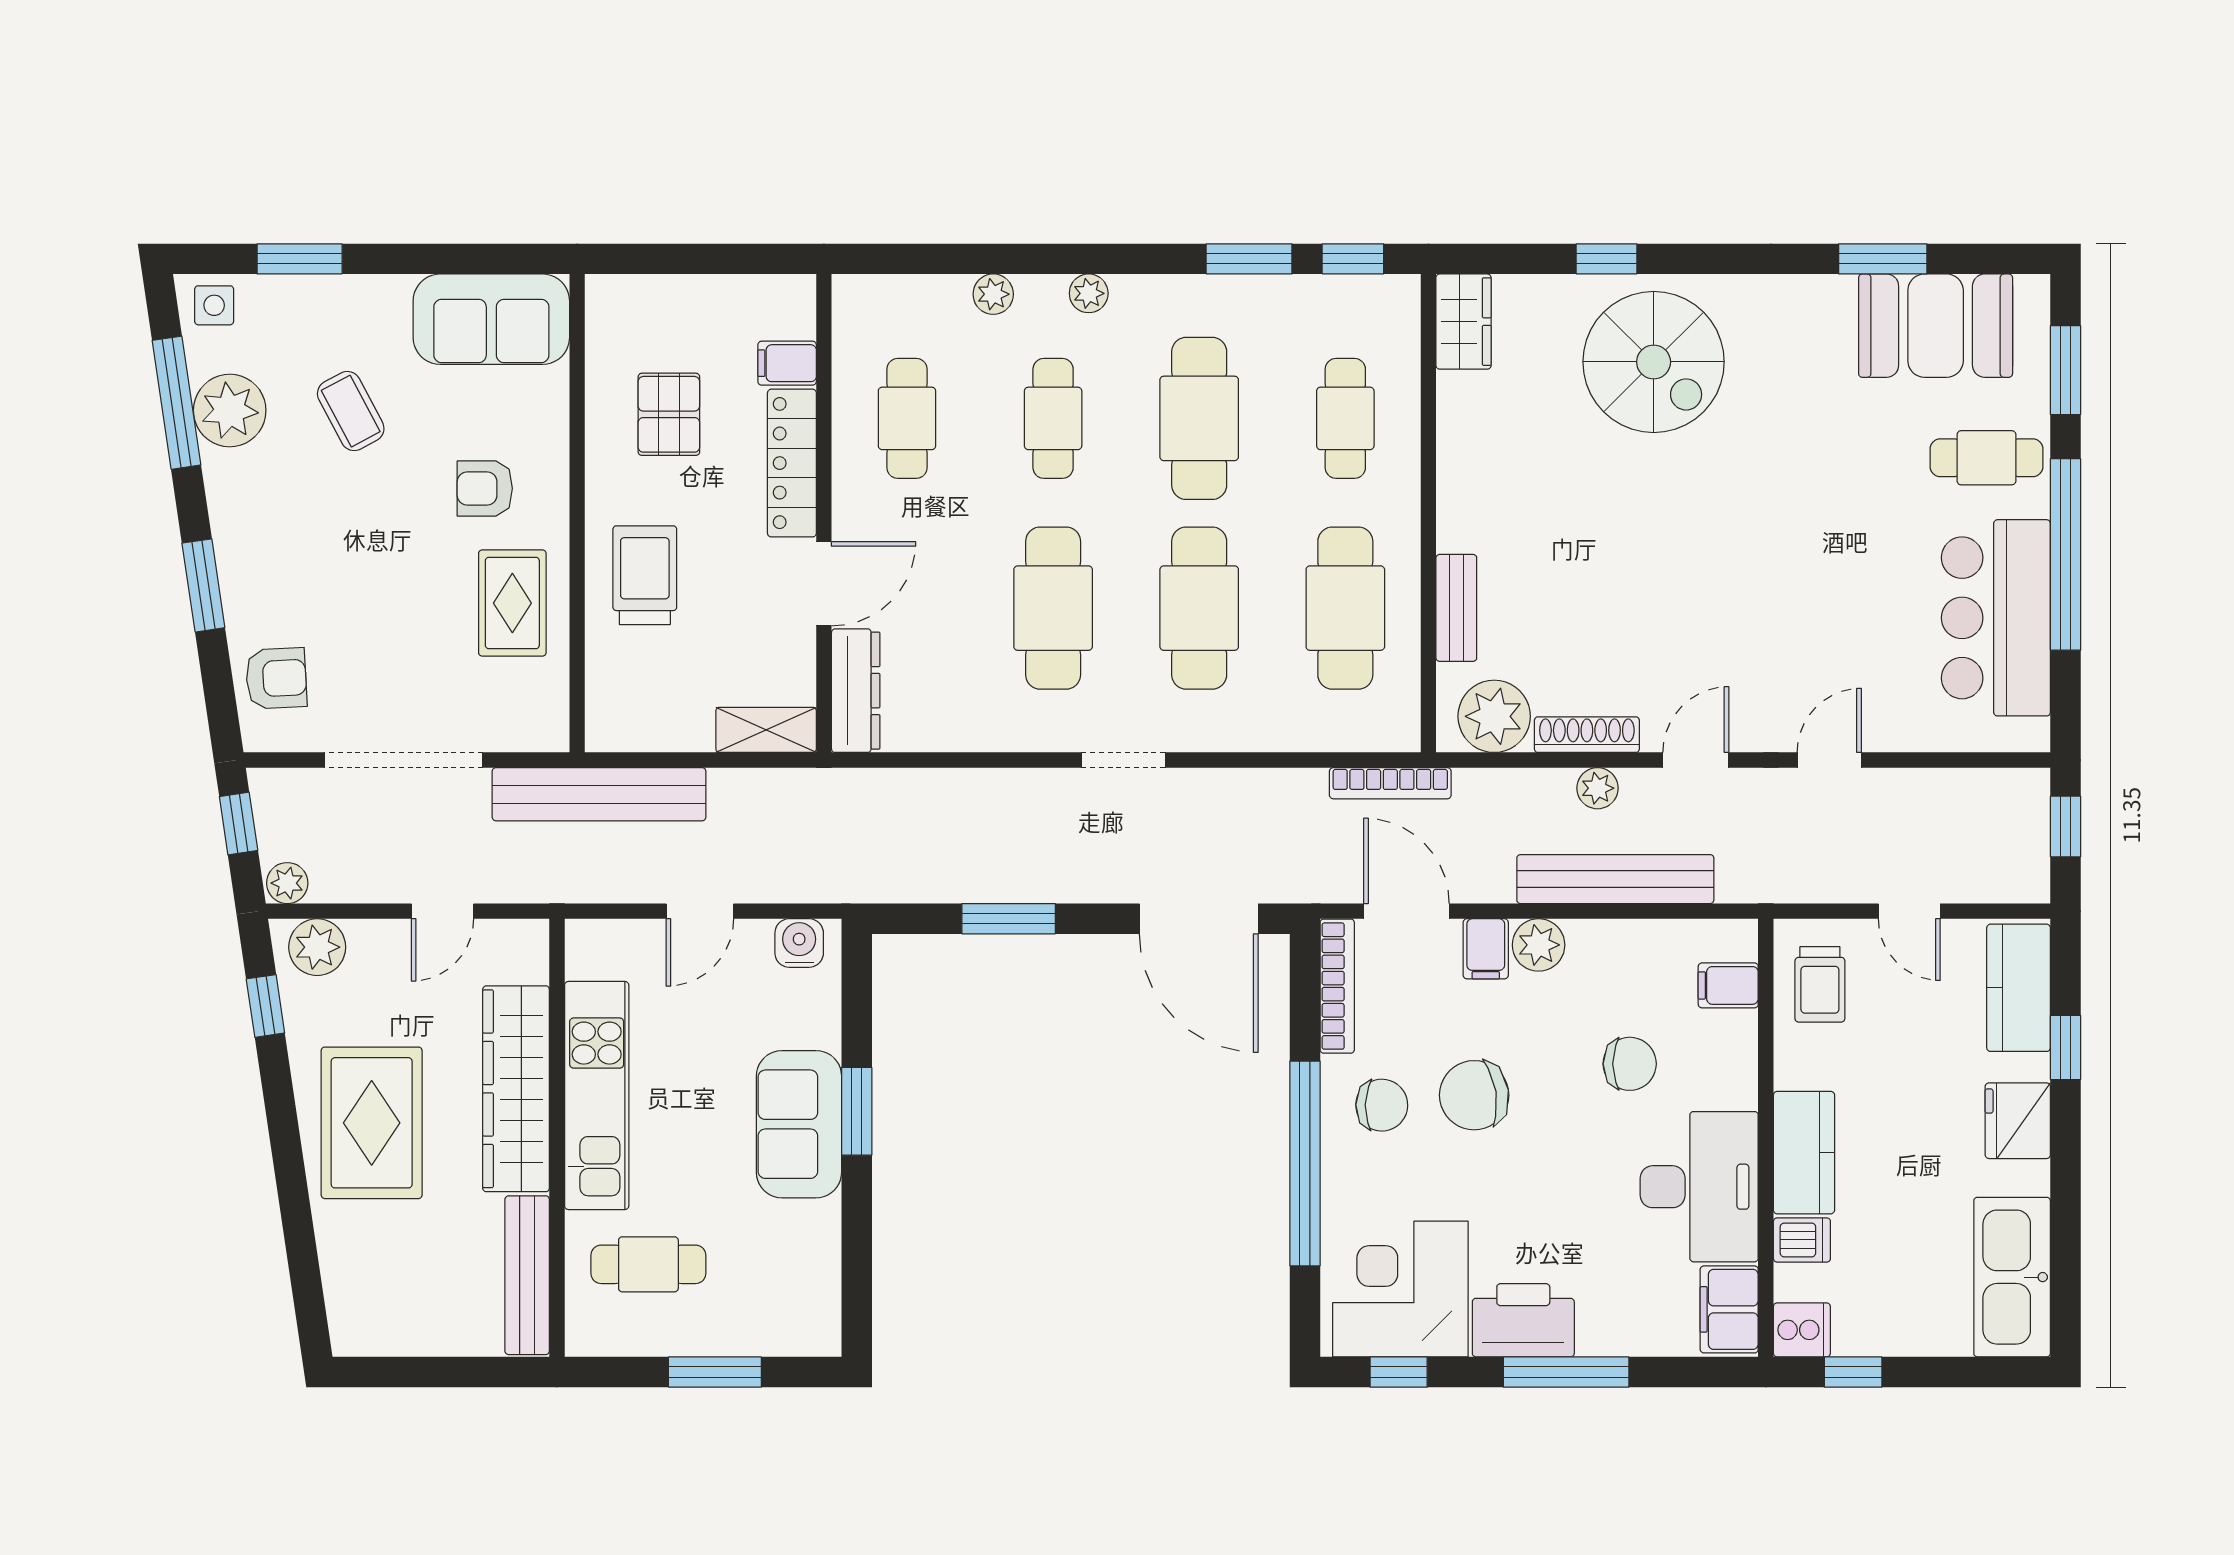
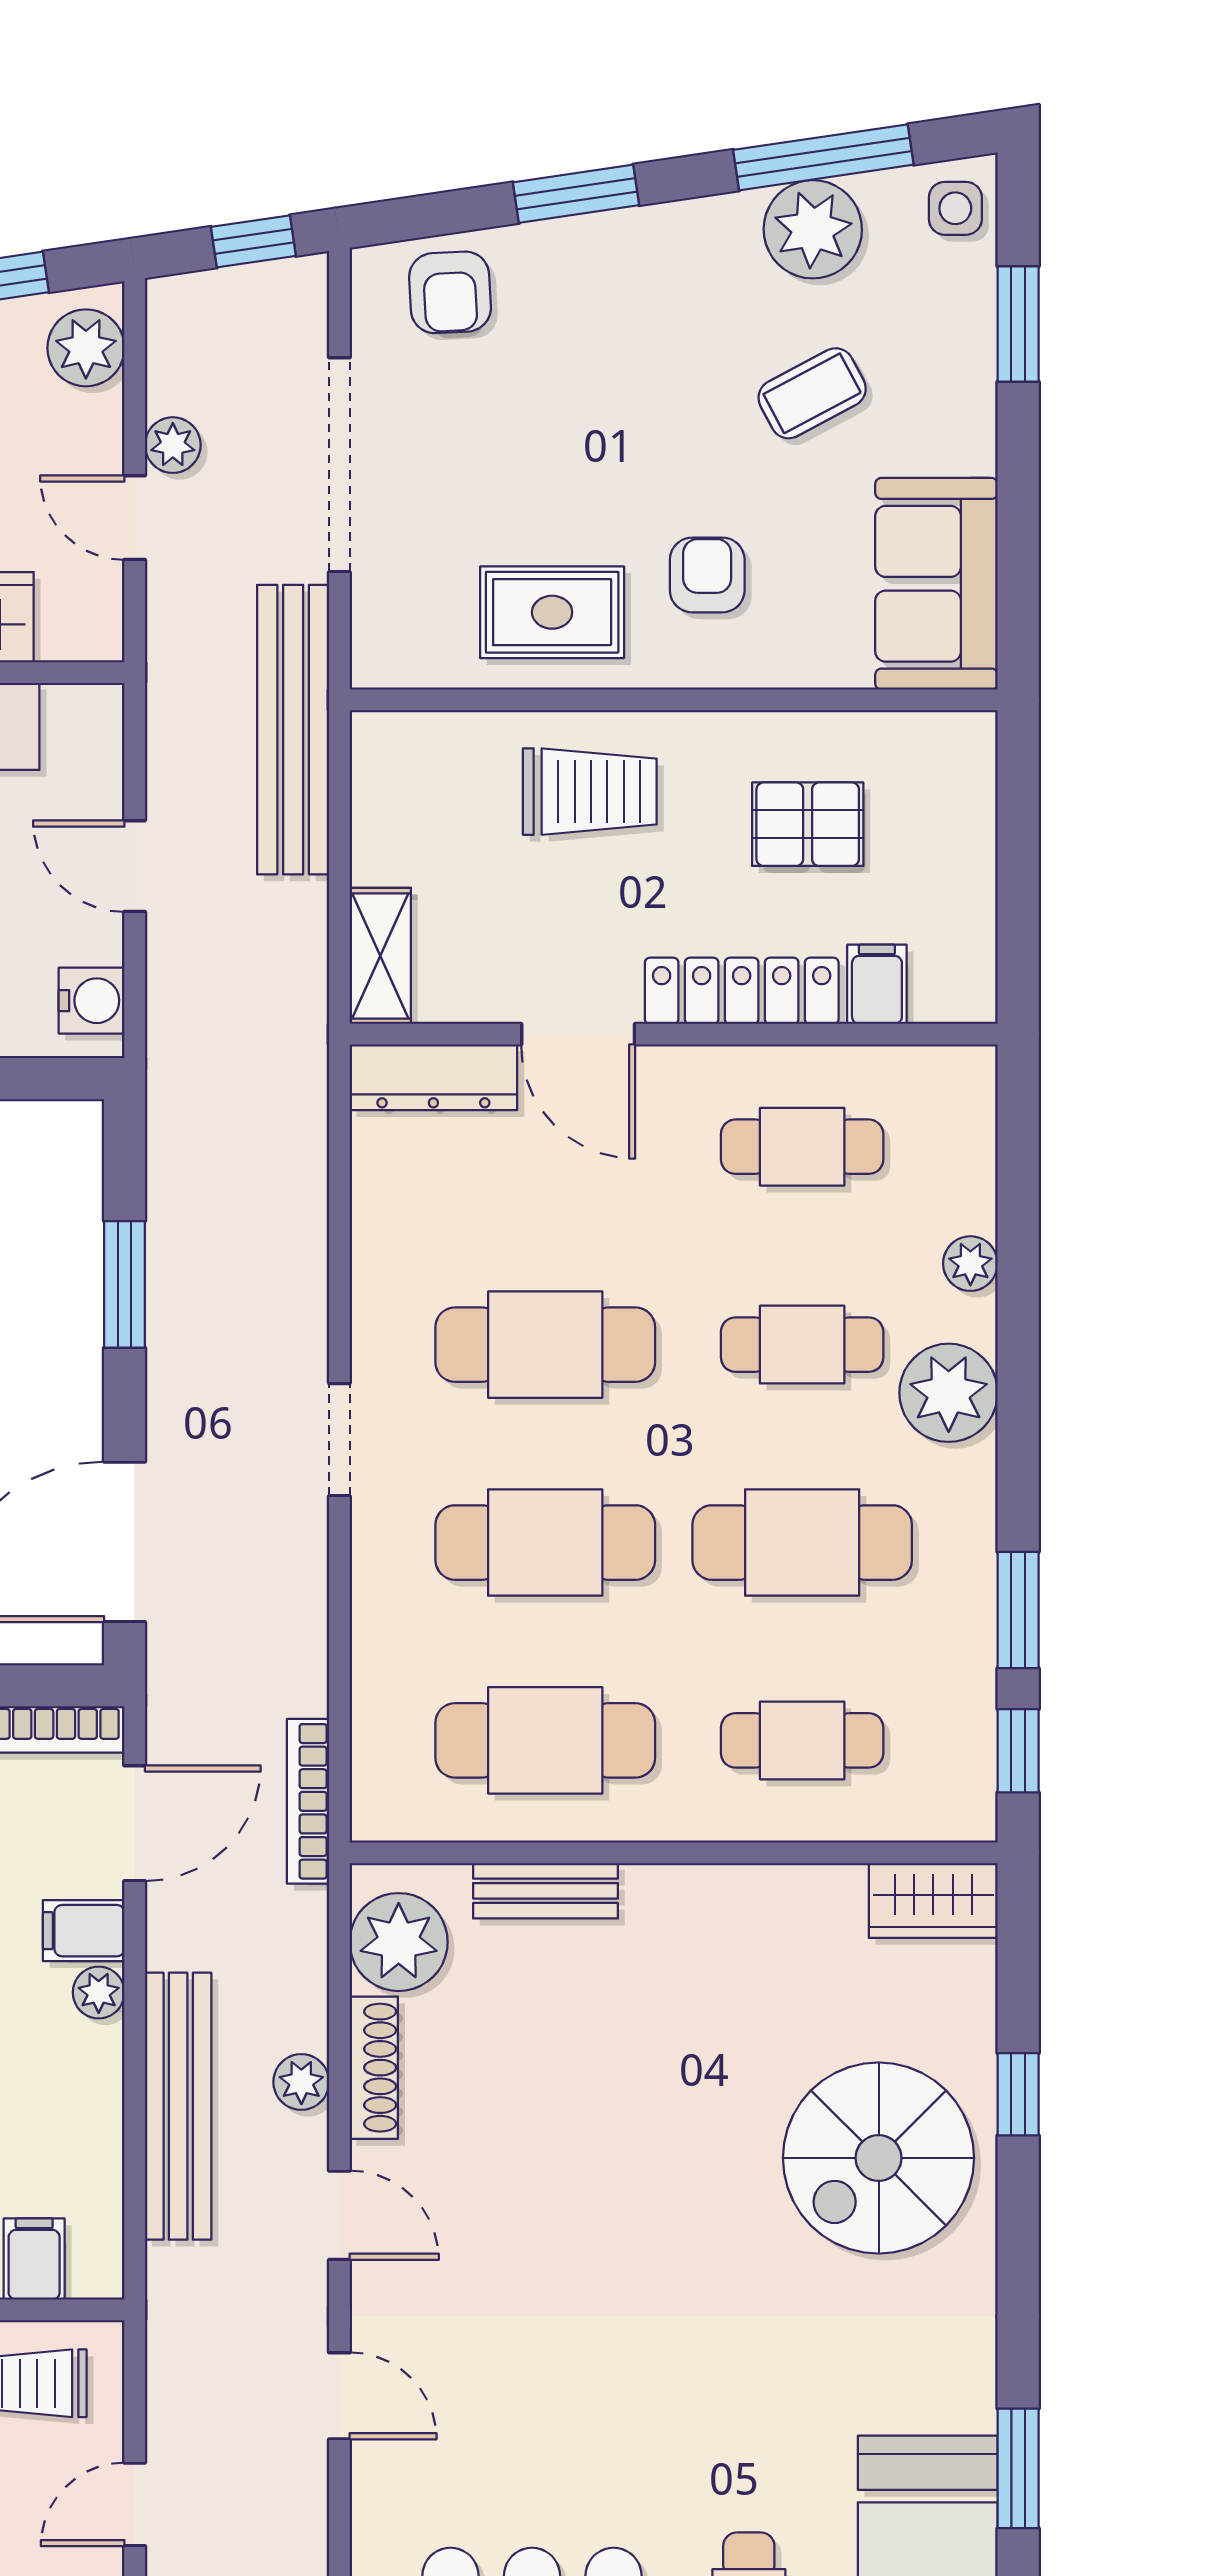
plant: (1089, 293) -> (949, 1393), width x1.87, depth x1.87
plant: (287, 883) -> (173, 445), moved
plant: (1539, 945) -> (99, 1992), width x0.73, depth x0.73

